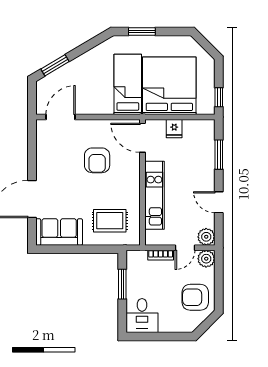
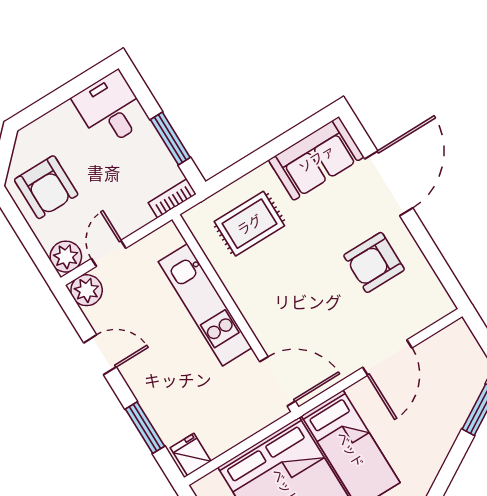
door: (61, 117) -> (387, 358), moved
fridge: (174, 129) -> (191, 455), moved
armchair: (97, 160) -> (374, 262), moved, turned -90
bookcase: (161, 255) -> (172, 198), moved
armchair: (195, 297) -> (46, 187), turned 90

